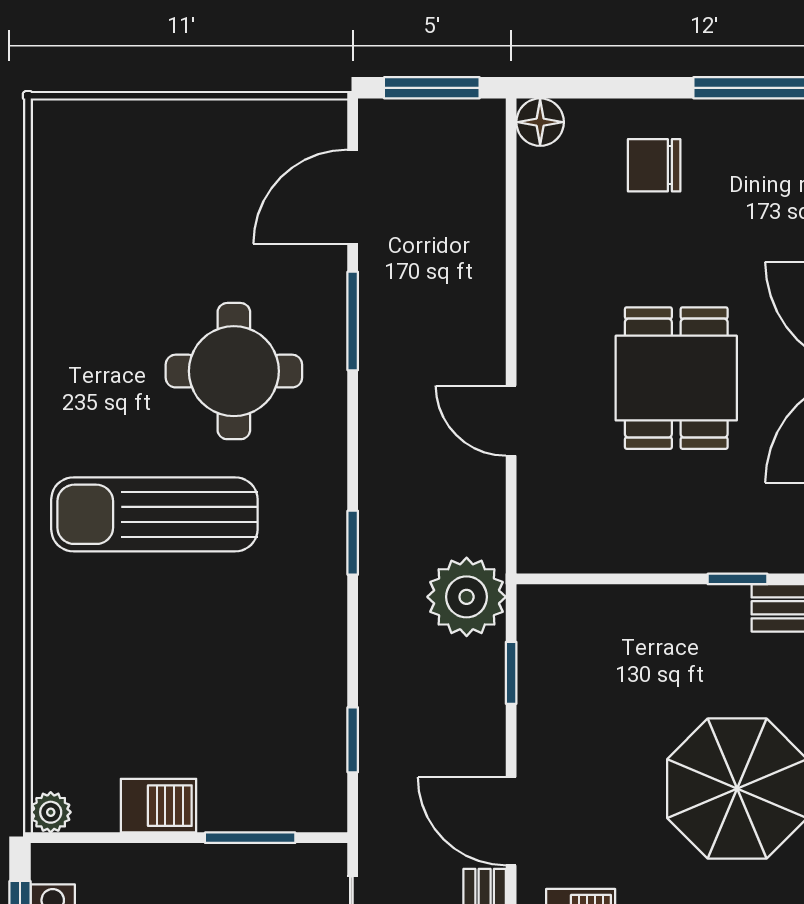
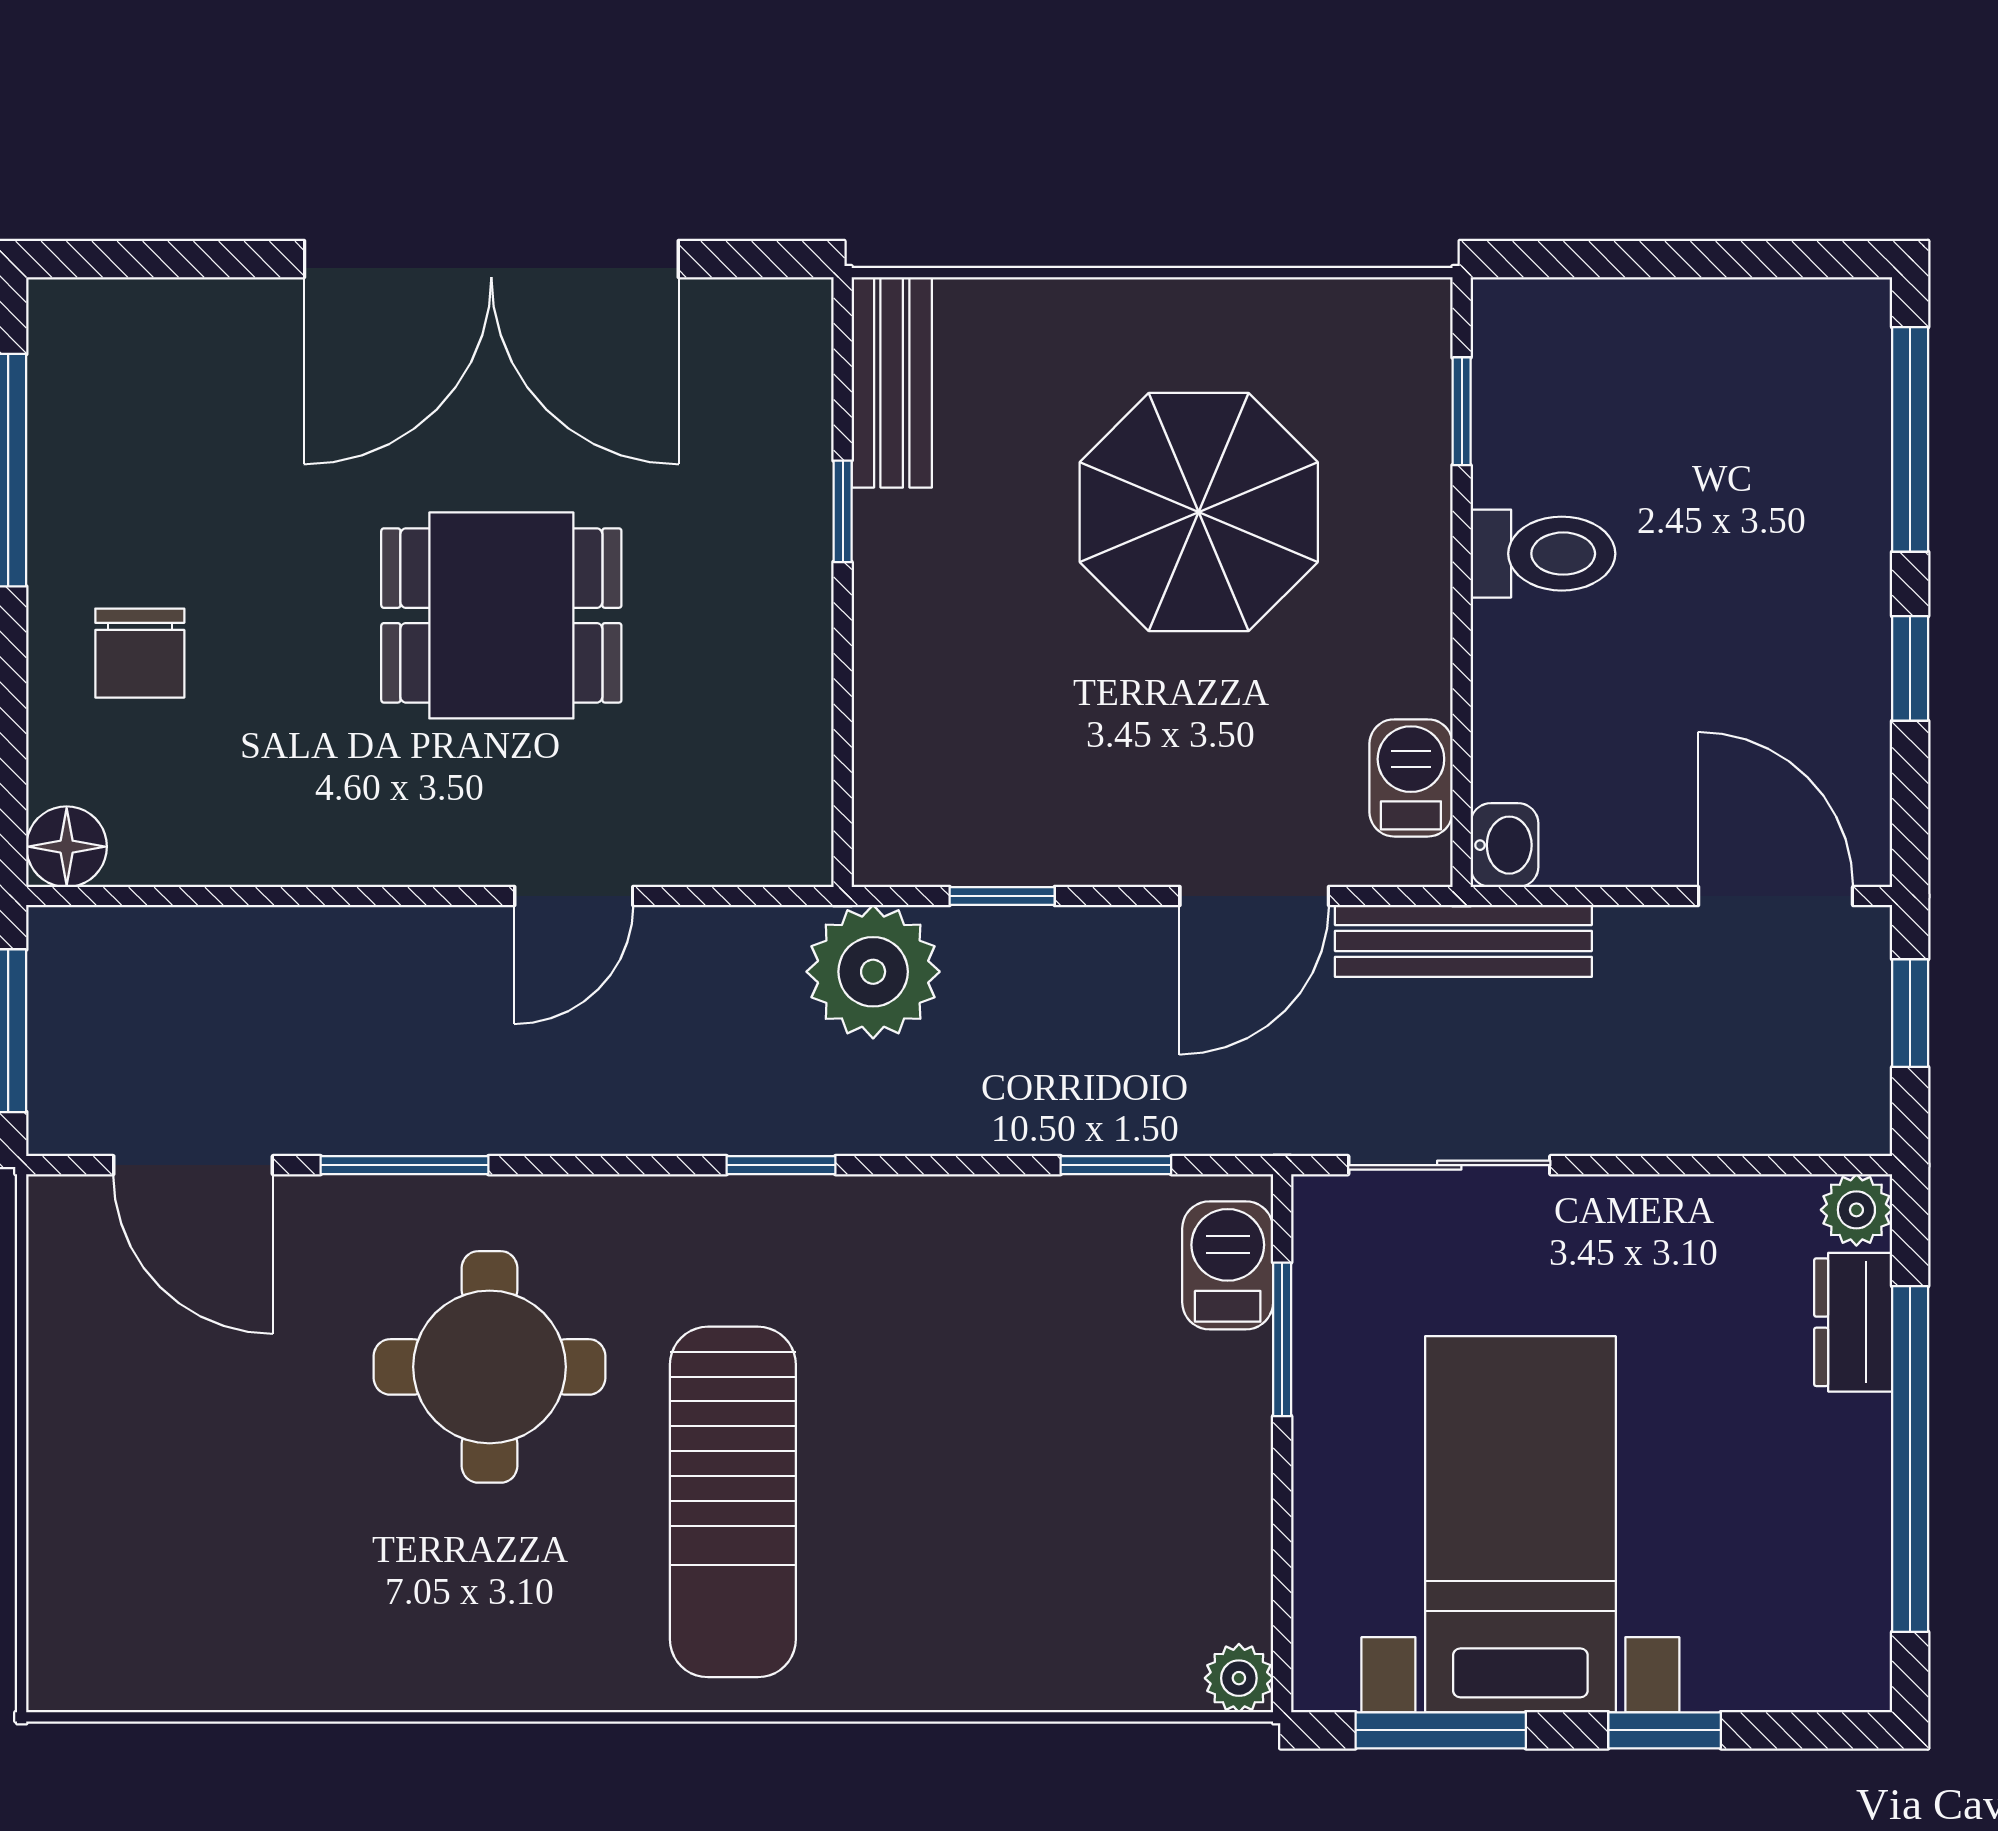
barbecue: (158, 806) -> (1228, 1265), moved

